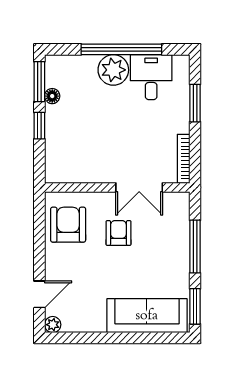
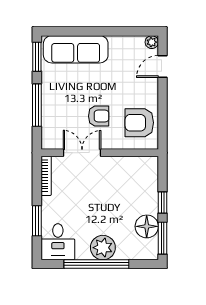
desk: (151, 77) -> (58, 242), moved
floor lamp: (52, 96) -> (147, 226), width x1.89, depth x1.89
armchair: (68, 225) -> (139, 123), turned 90
armchair: (118, 233) -> (99, 116), turned -90

